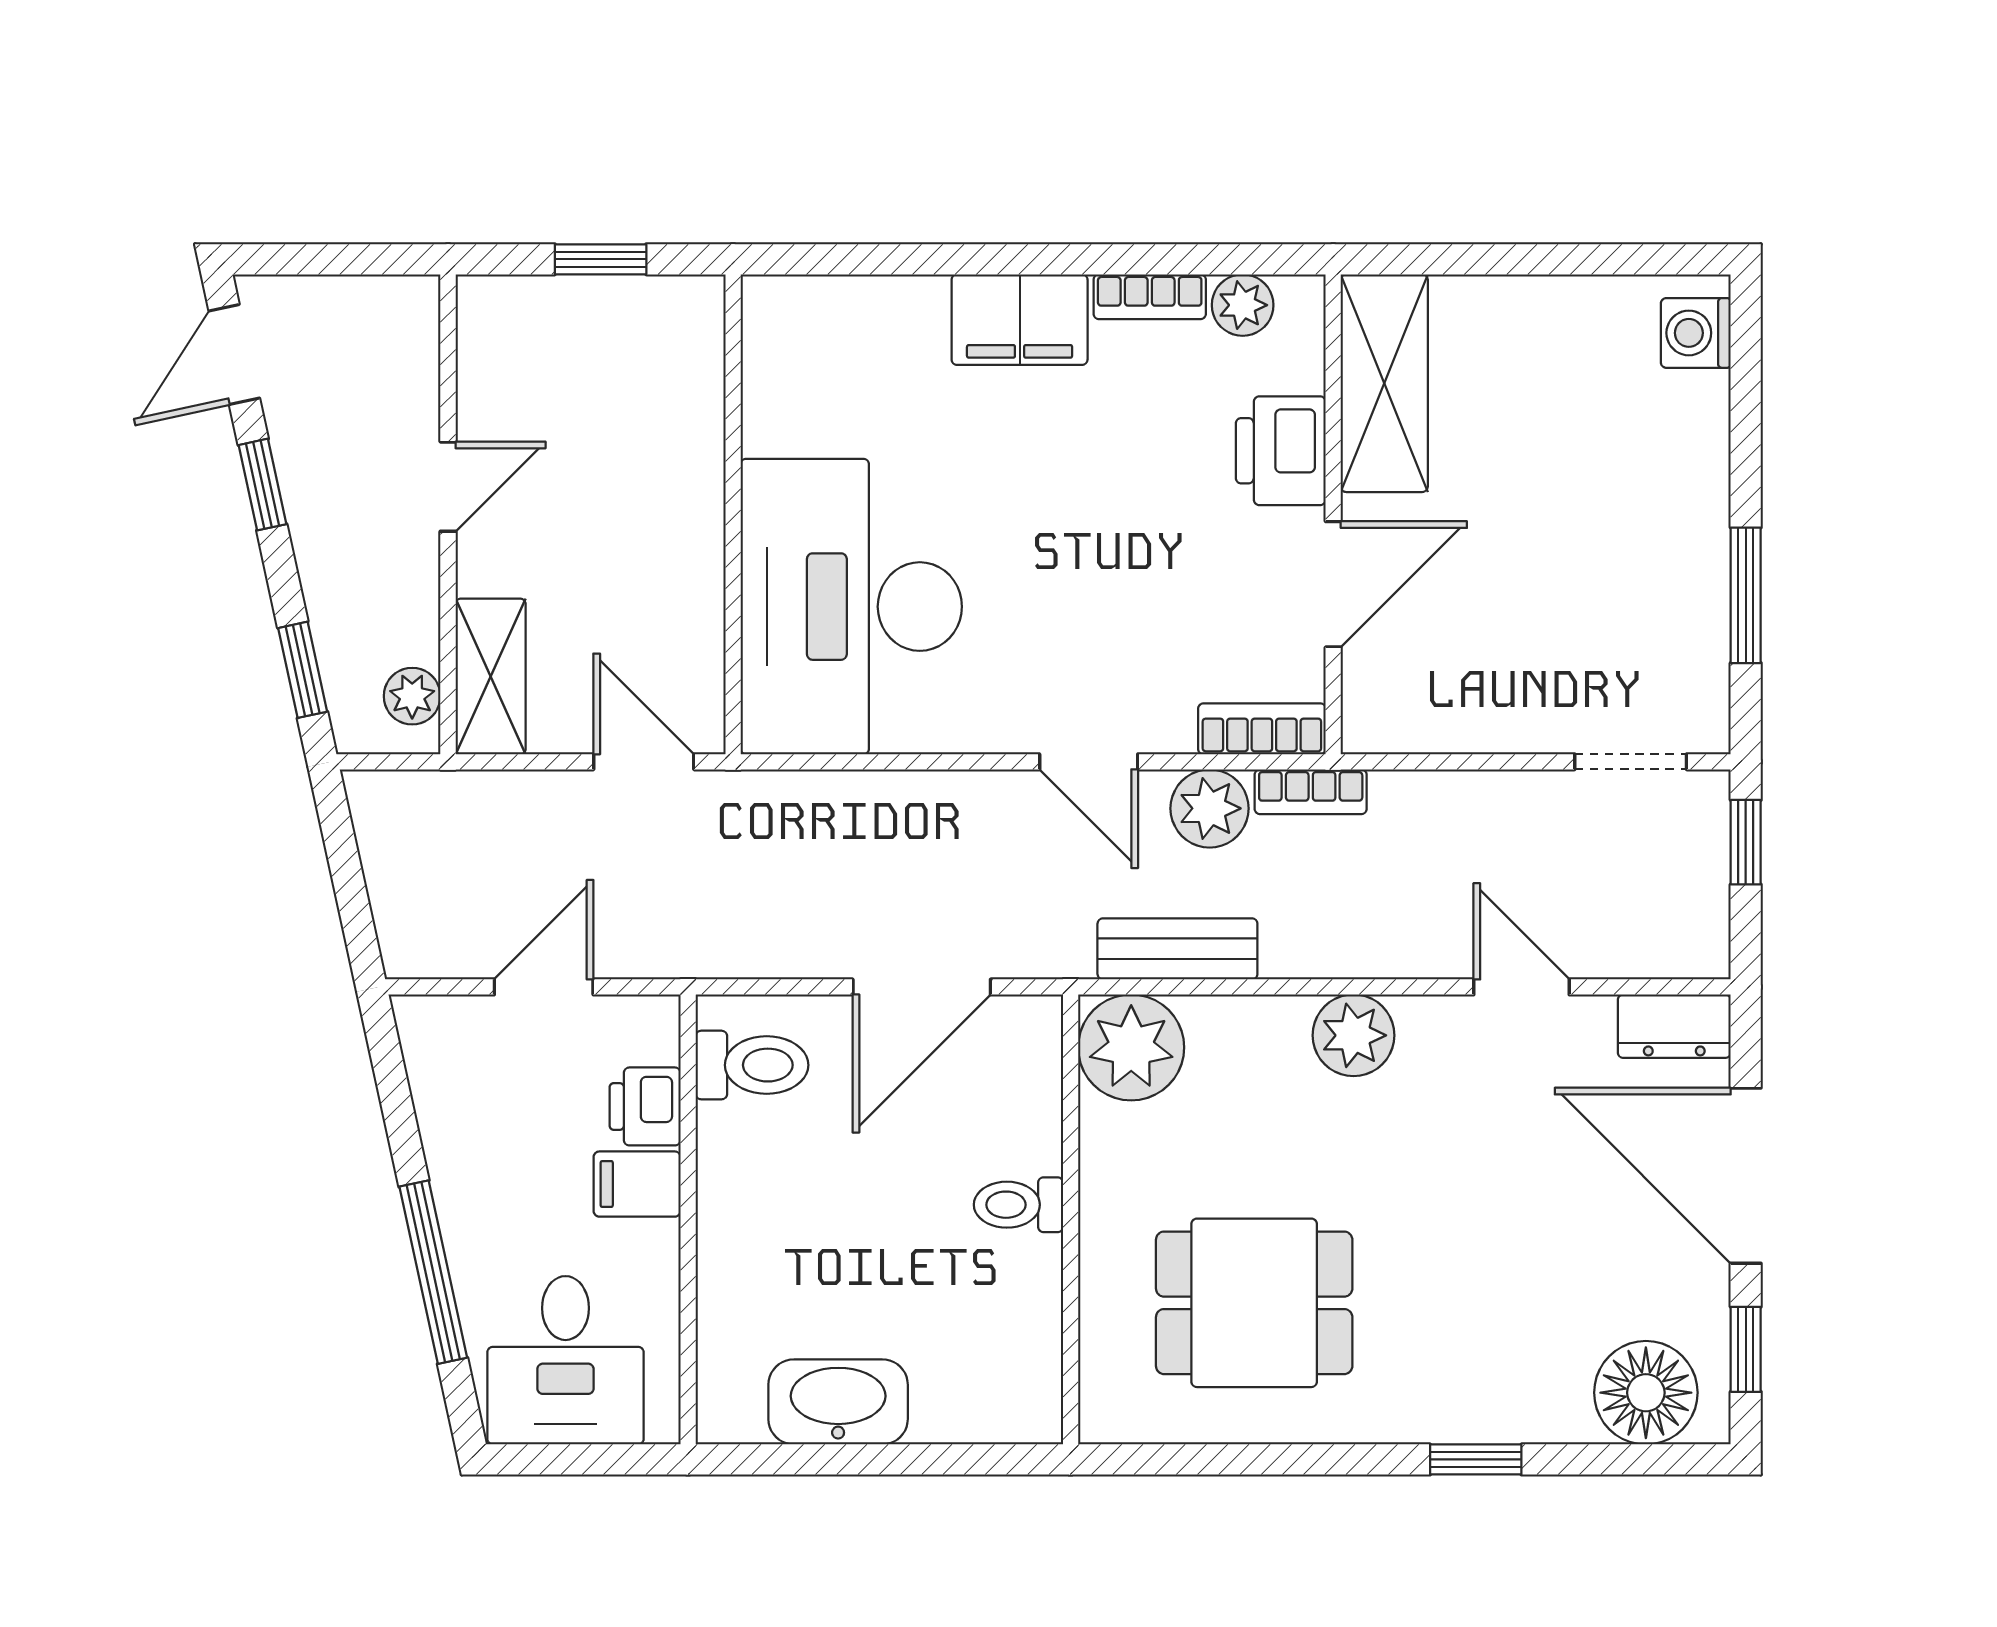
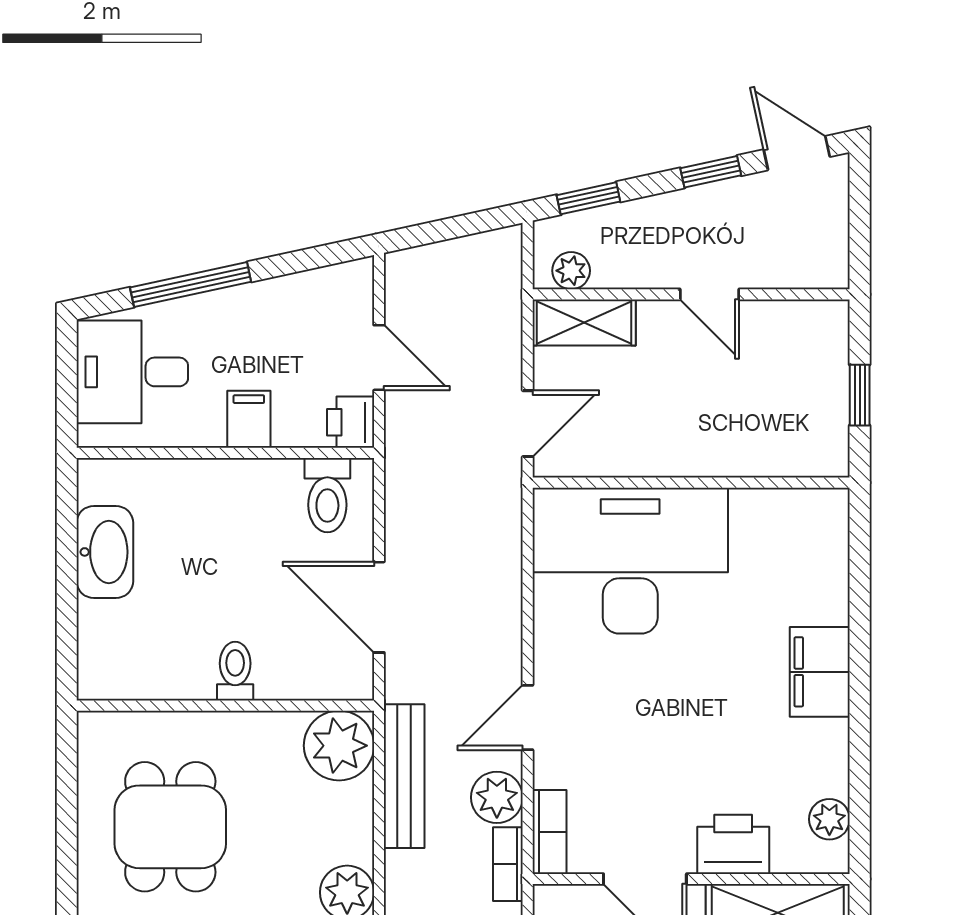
bookcase: (1150, 297) -> (835, 758), removed
bench: (1177, 949) -> (404, 776), width x1.36
printer: (645, 1106) -> (351, 422), moved, turned -90

